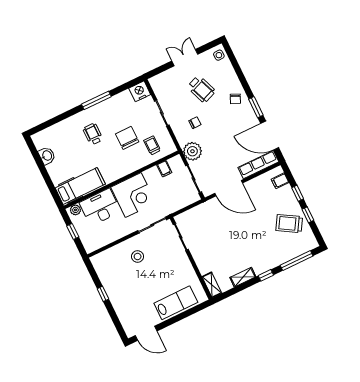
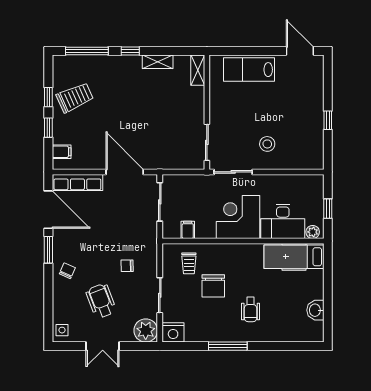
plant: (192, 151) -> (146, 330), moved
trolley: (289, 224) -> (75, 98), turned -55

